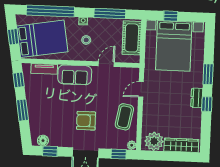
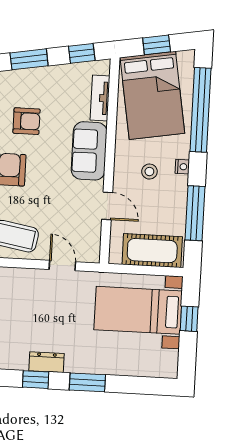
bed with nightstands: (174, 46) -> (138, 310), width x0.73
armchair: (58, 111) -> (27, 121), added

